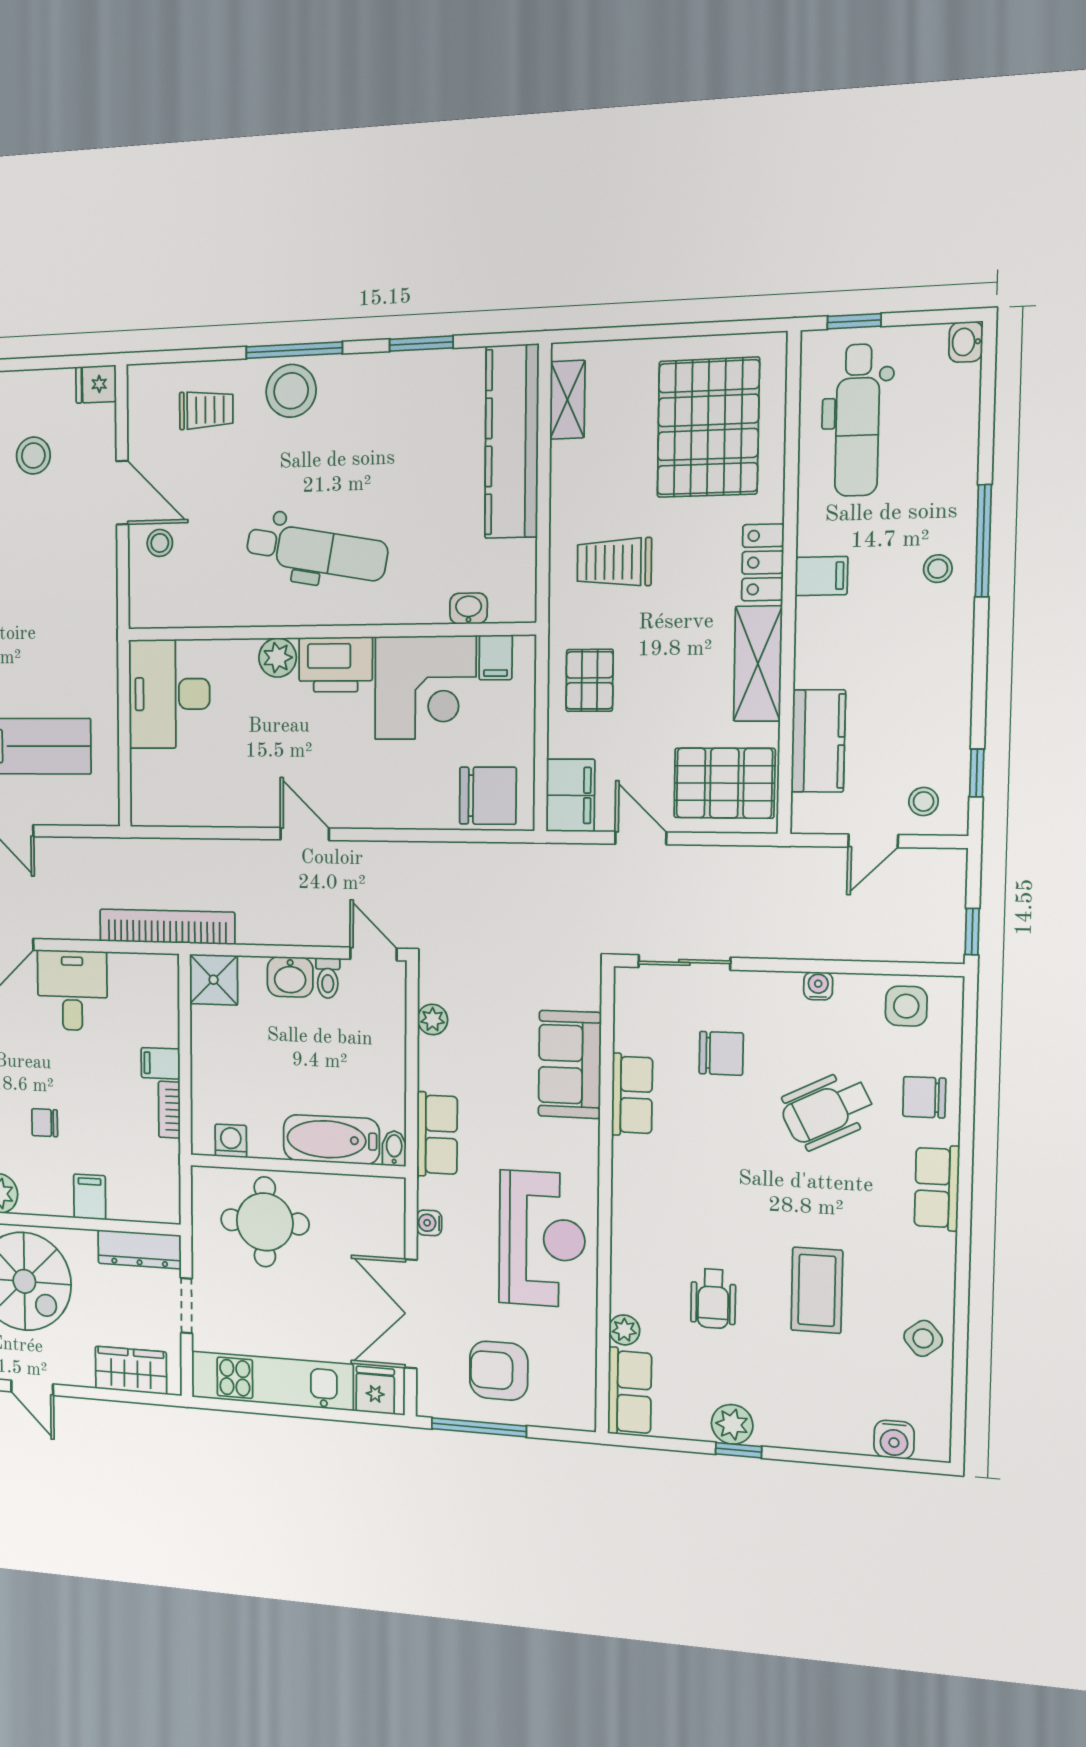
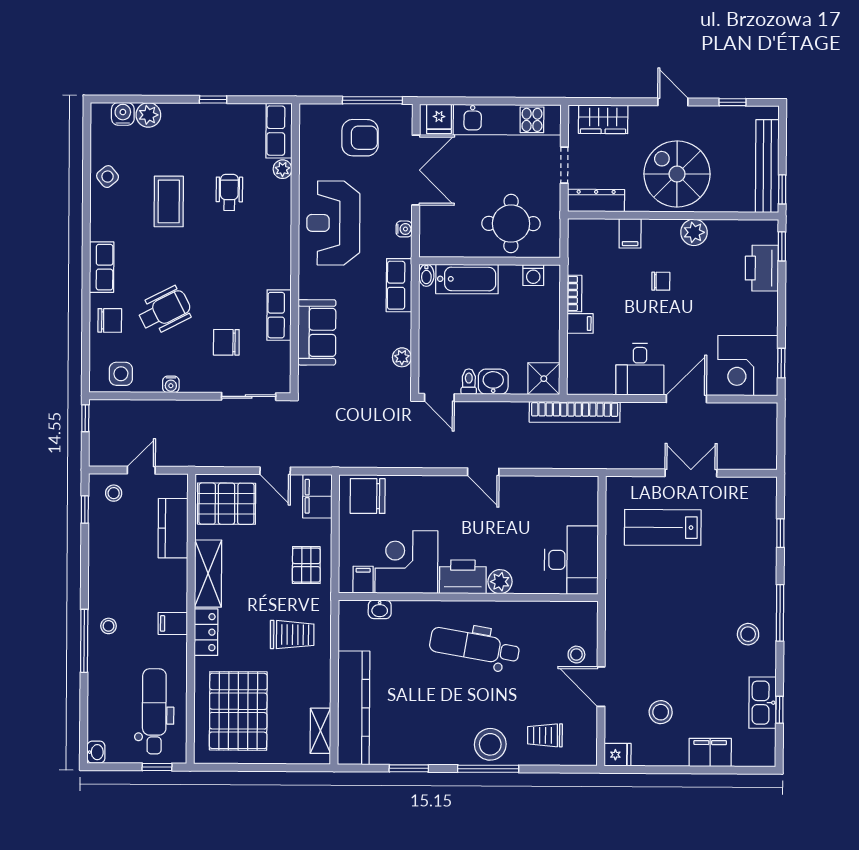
plant: (732, 1424) -> (148, 115), moved

